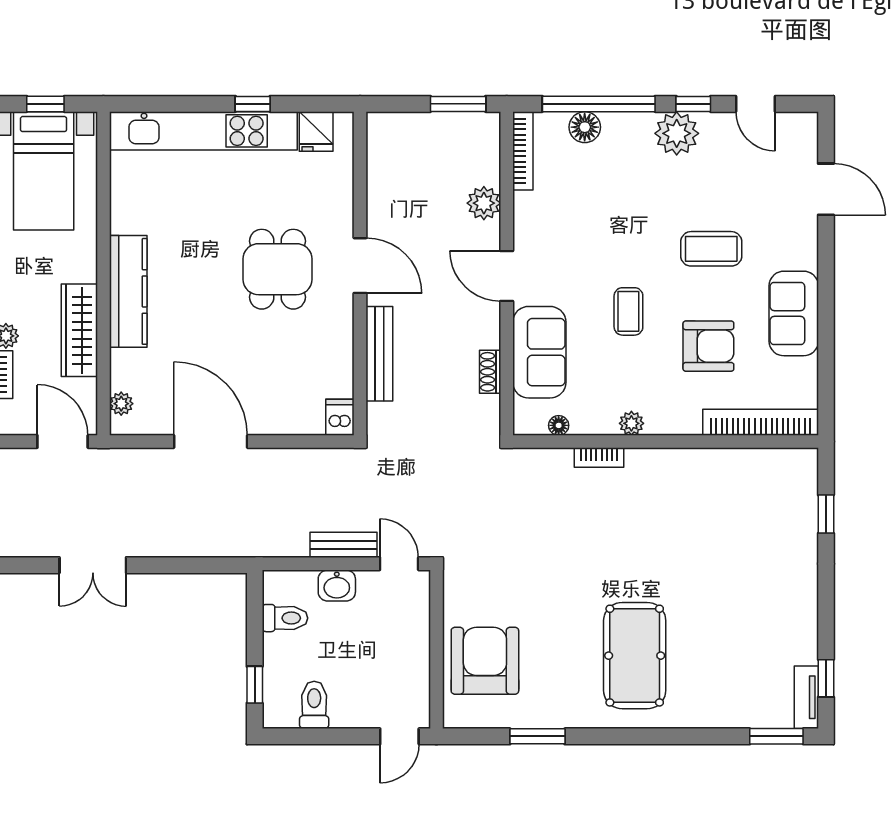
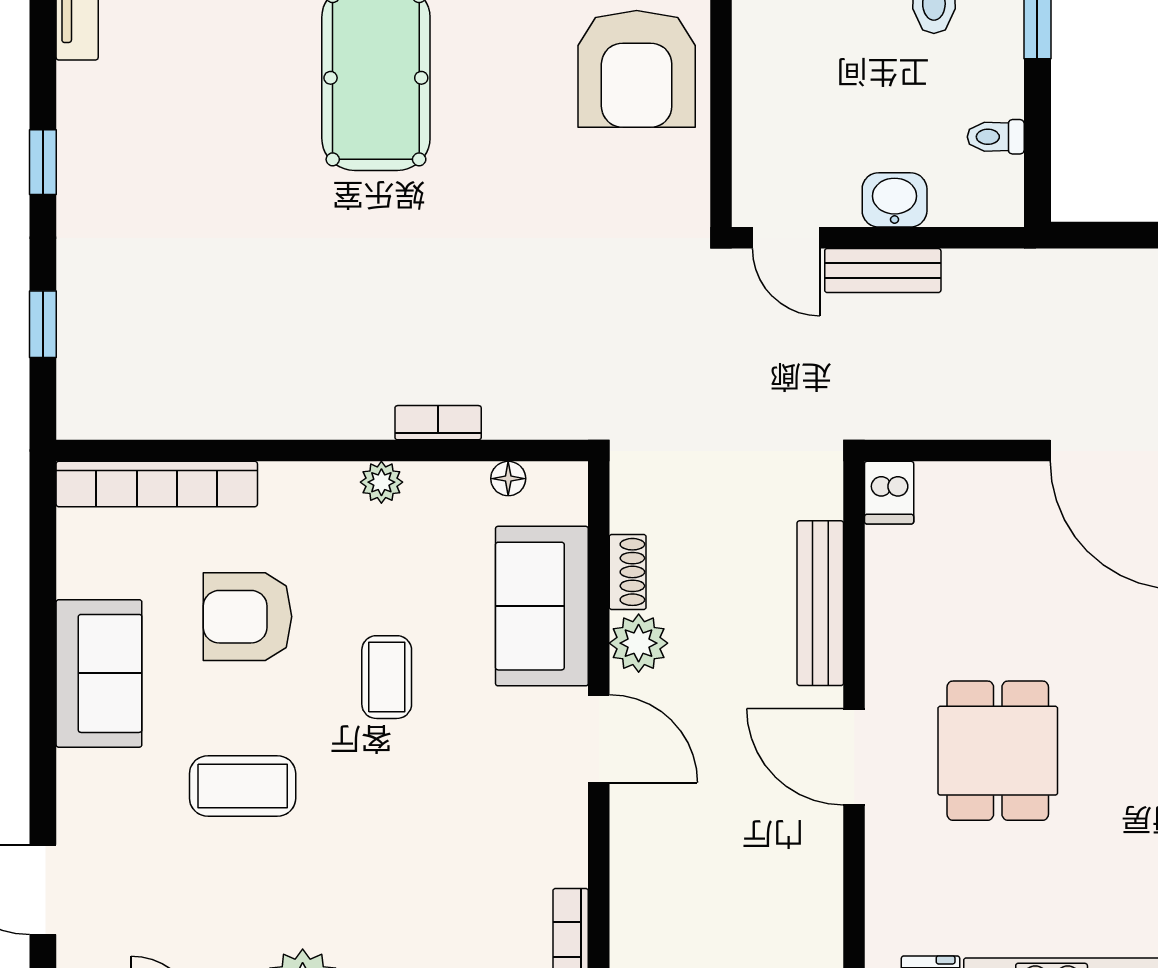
plant: (484, 203) -> (639, 643), moved
toilet: (285, 618) -> (996, 137), width x0.73, depth x0.72
window: (826, 678) -> (43, 162), moved

